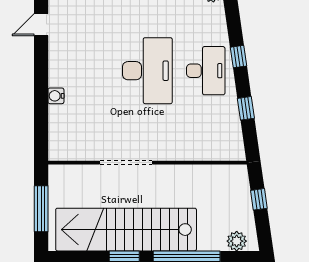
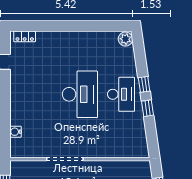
water cooler: (56, 96) -> (16, 132), moved
window: (246, 108) -> (148, 108), moved

